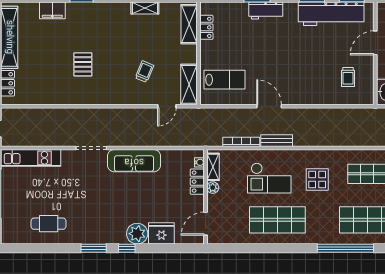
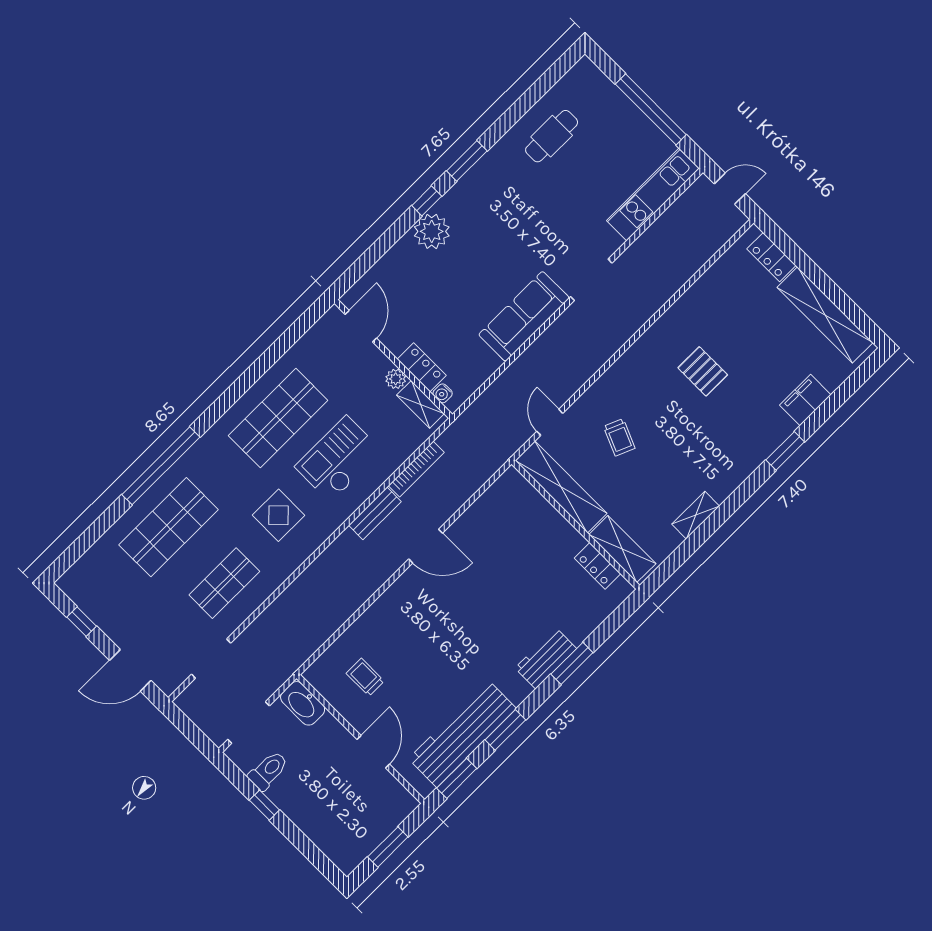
lab bench: (225, 80) -> (512, 524), removed
shelving: (189, 84) -> (561, 487), width x1.47
fridge: (161, 233) -> (403, 261), removed

